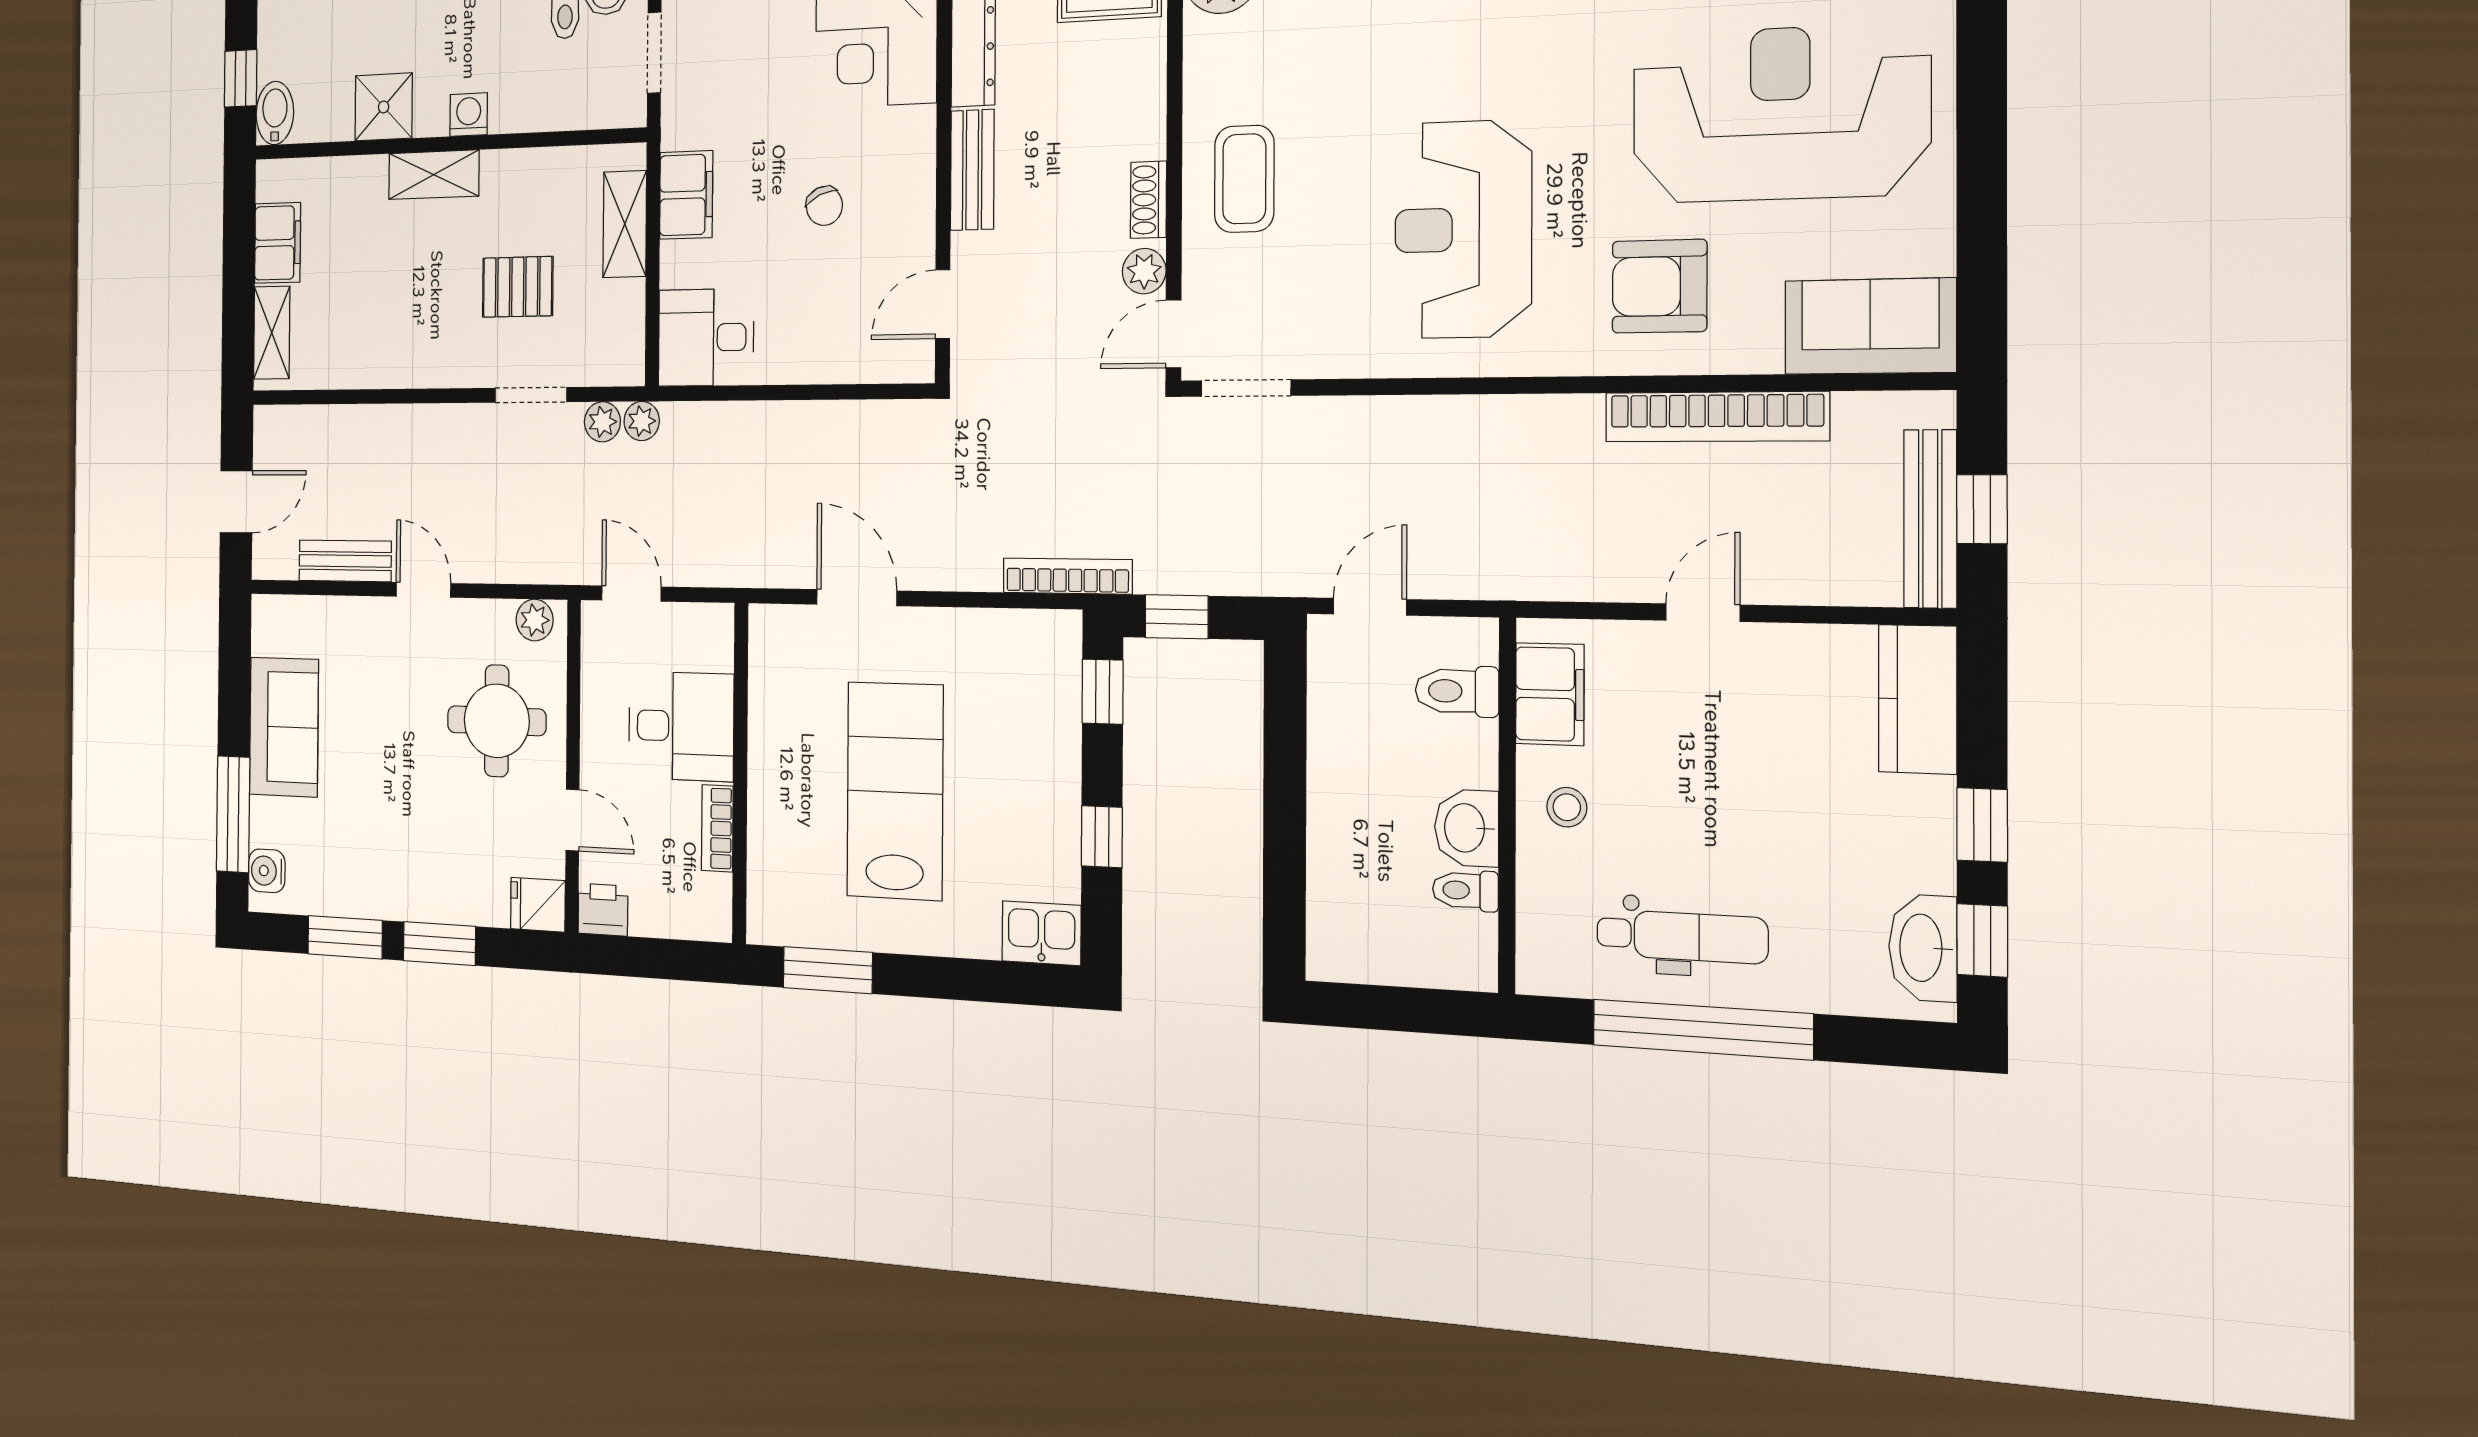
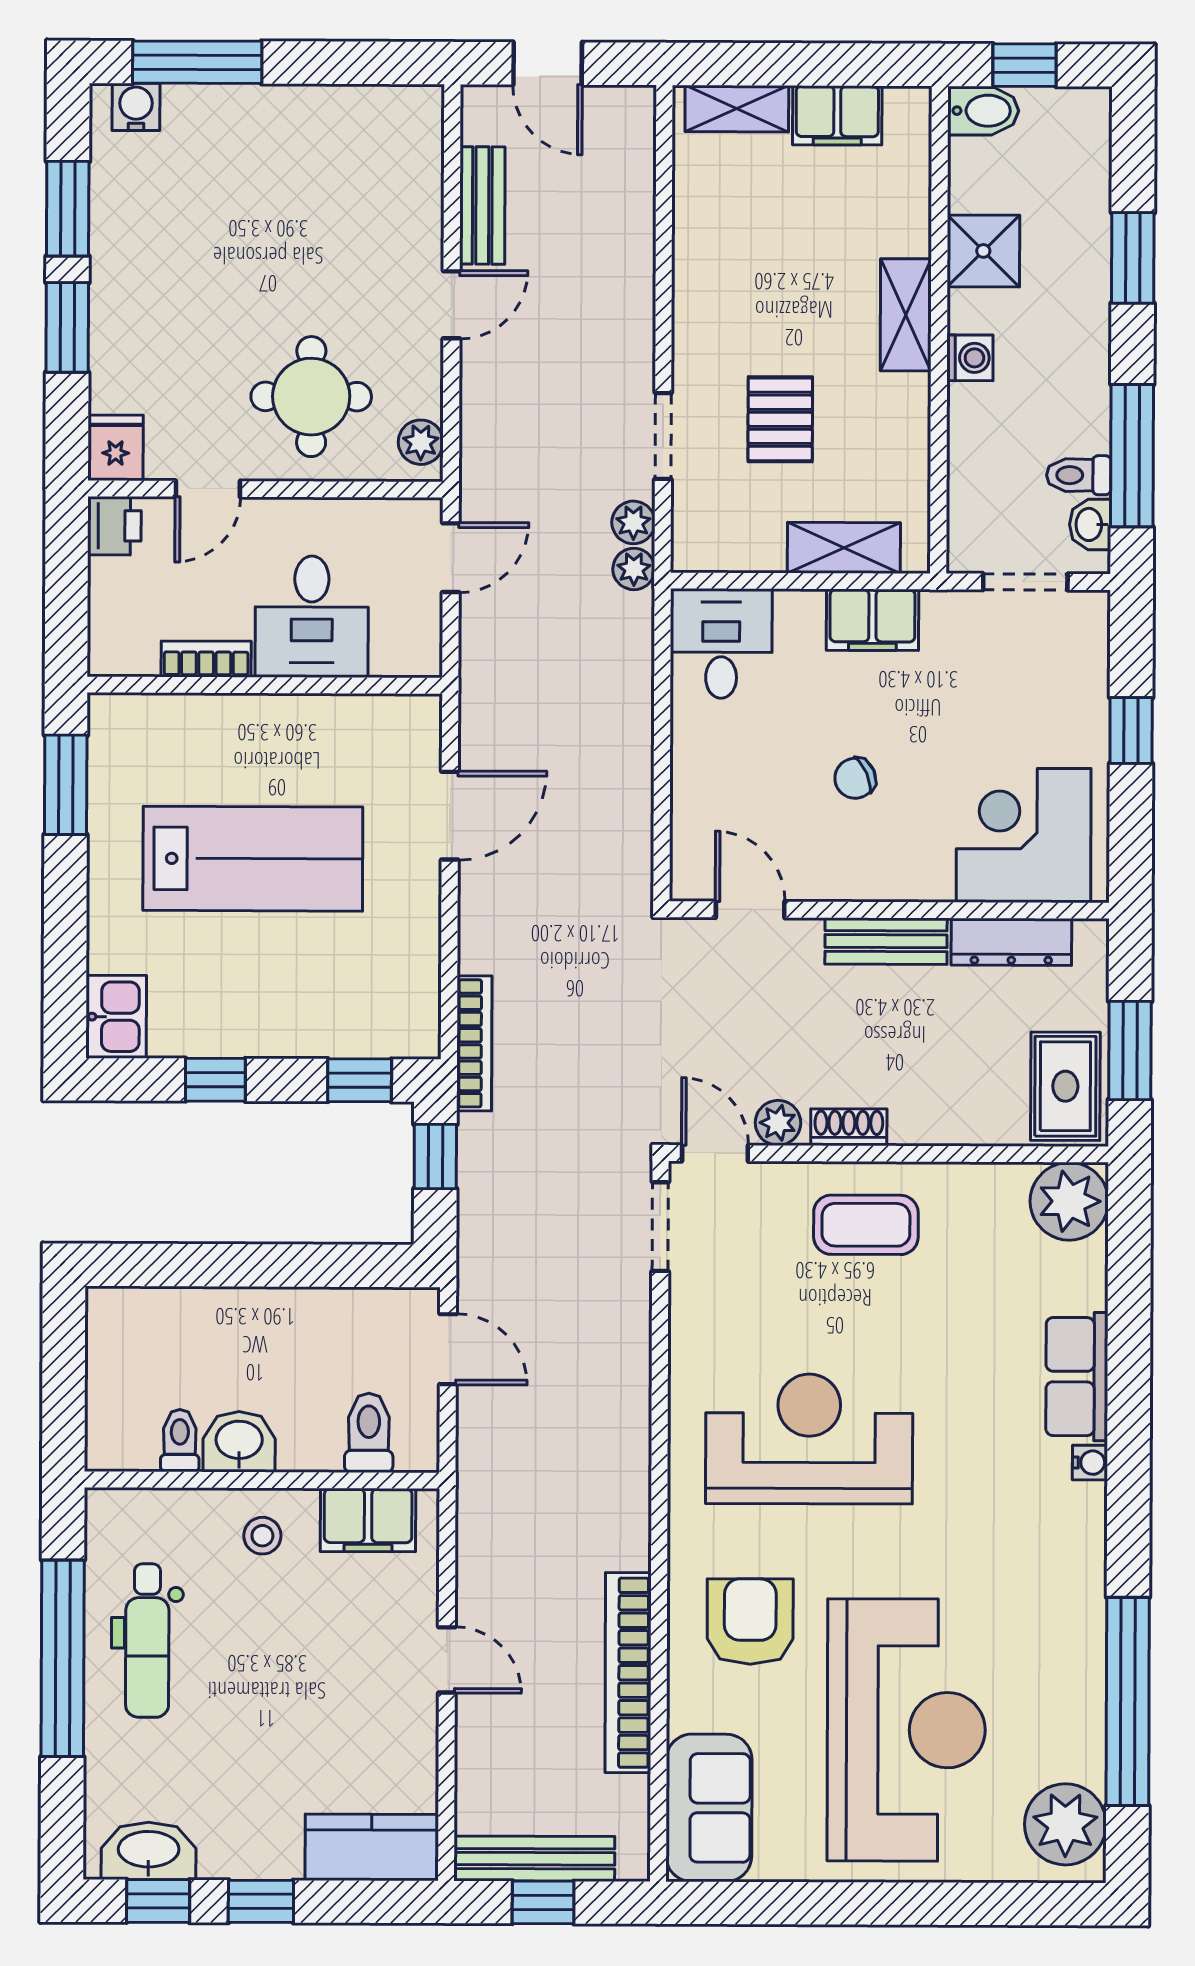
sofa: (284, 727) -> (297, 128), removed

